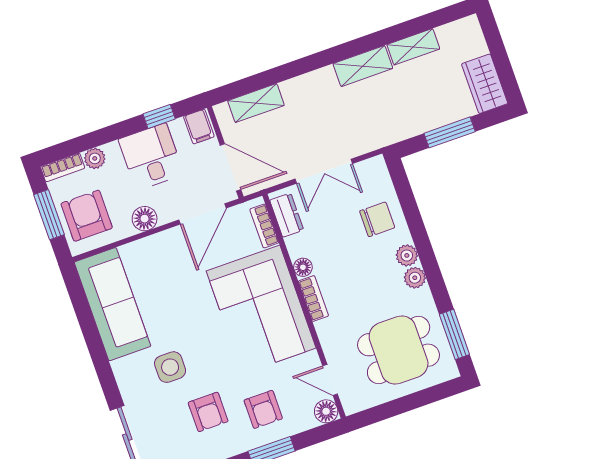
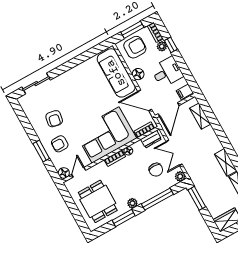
window: (159, 116) -> (171, 45), moved
window: (450, 132) -> (197, 198), moved
chair: (377, 219) -> (156, 170), moved
window: (415, 224) -> (157, 199), added
plant: (407, 255) -> (180, 176), moved
sofa: (112, 304) -> (116, 73), moved, turned 90
window: (454, 334) -> (124, 218), moved
side table: (170, 367) -> (72, 98), removed
armchair: (208, 412) -> (54, 119), turned -79

